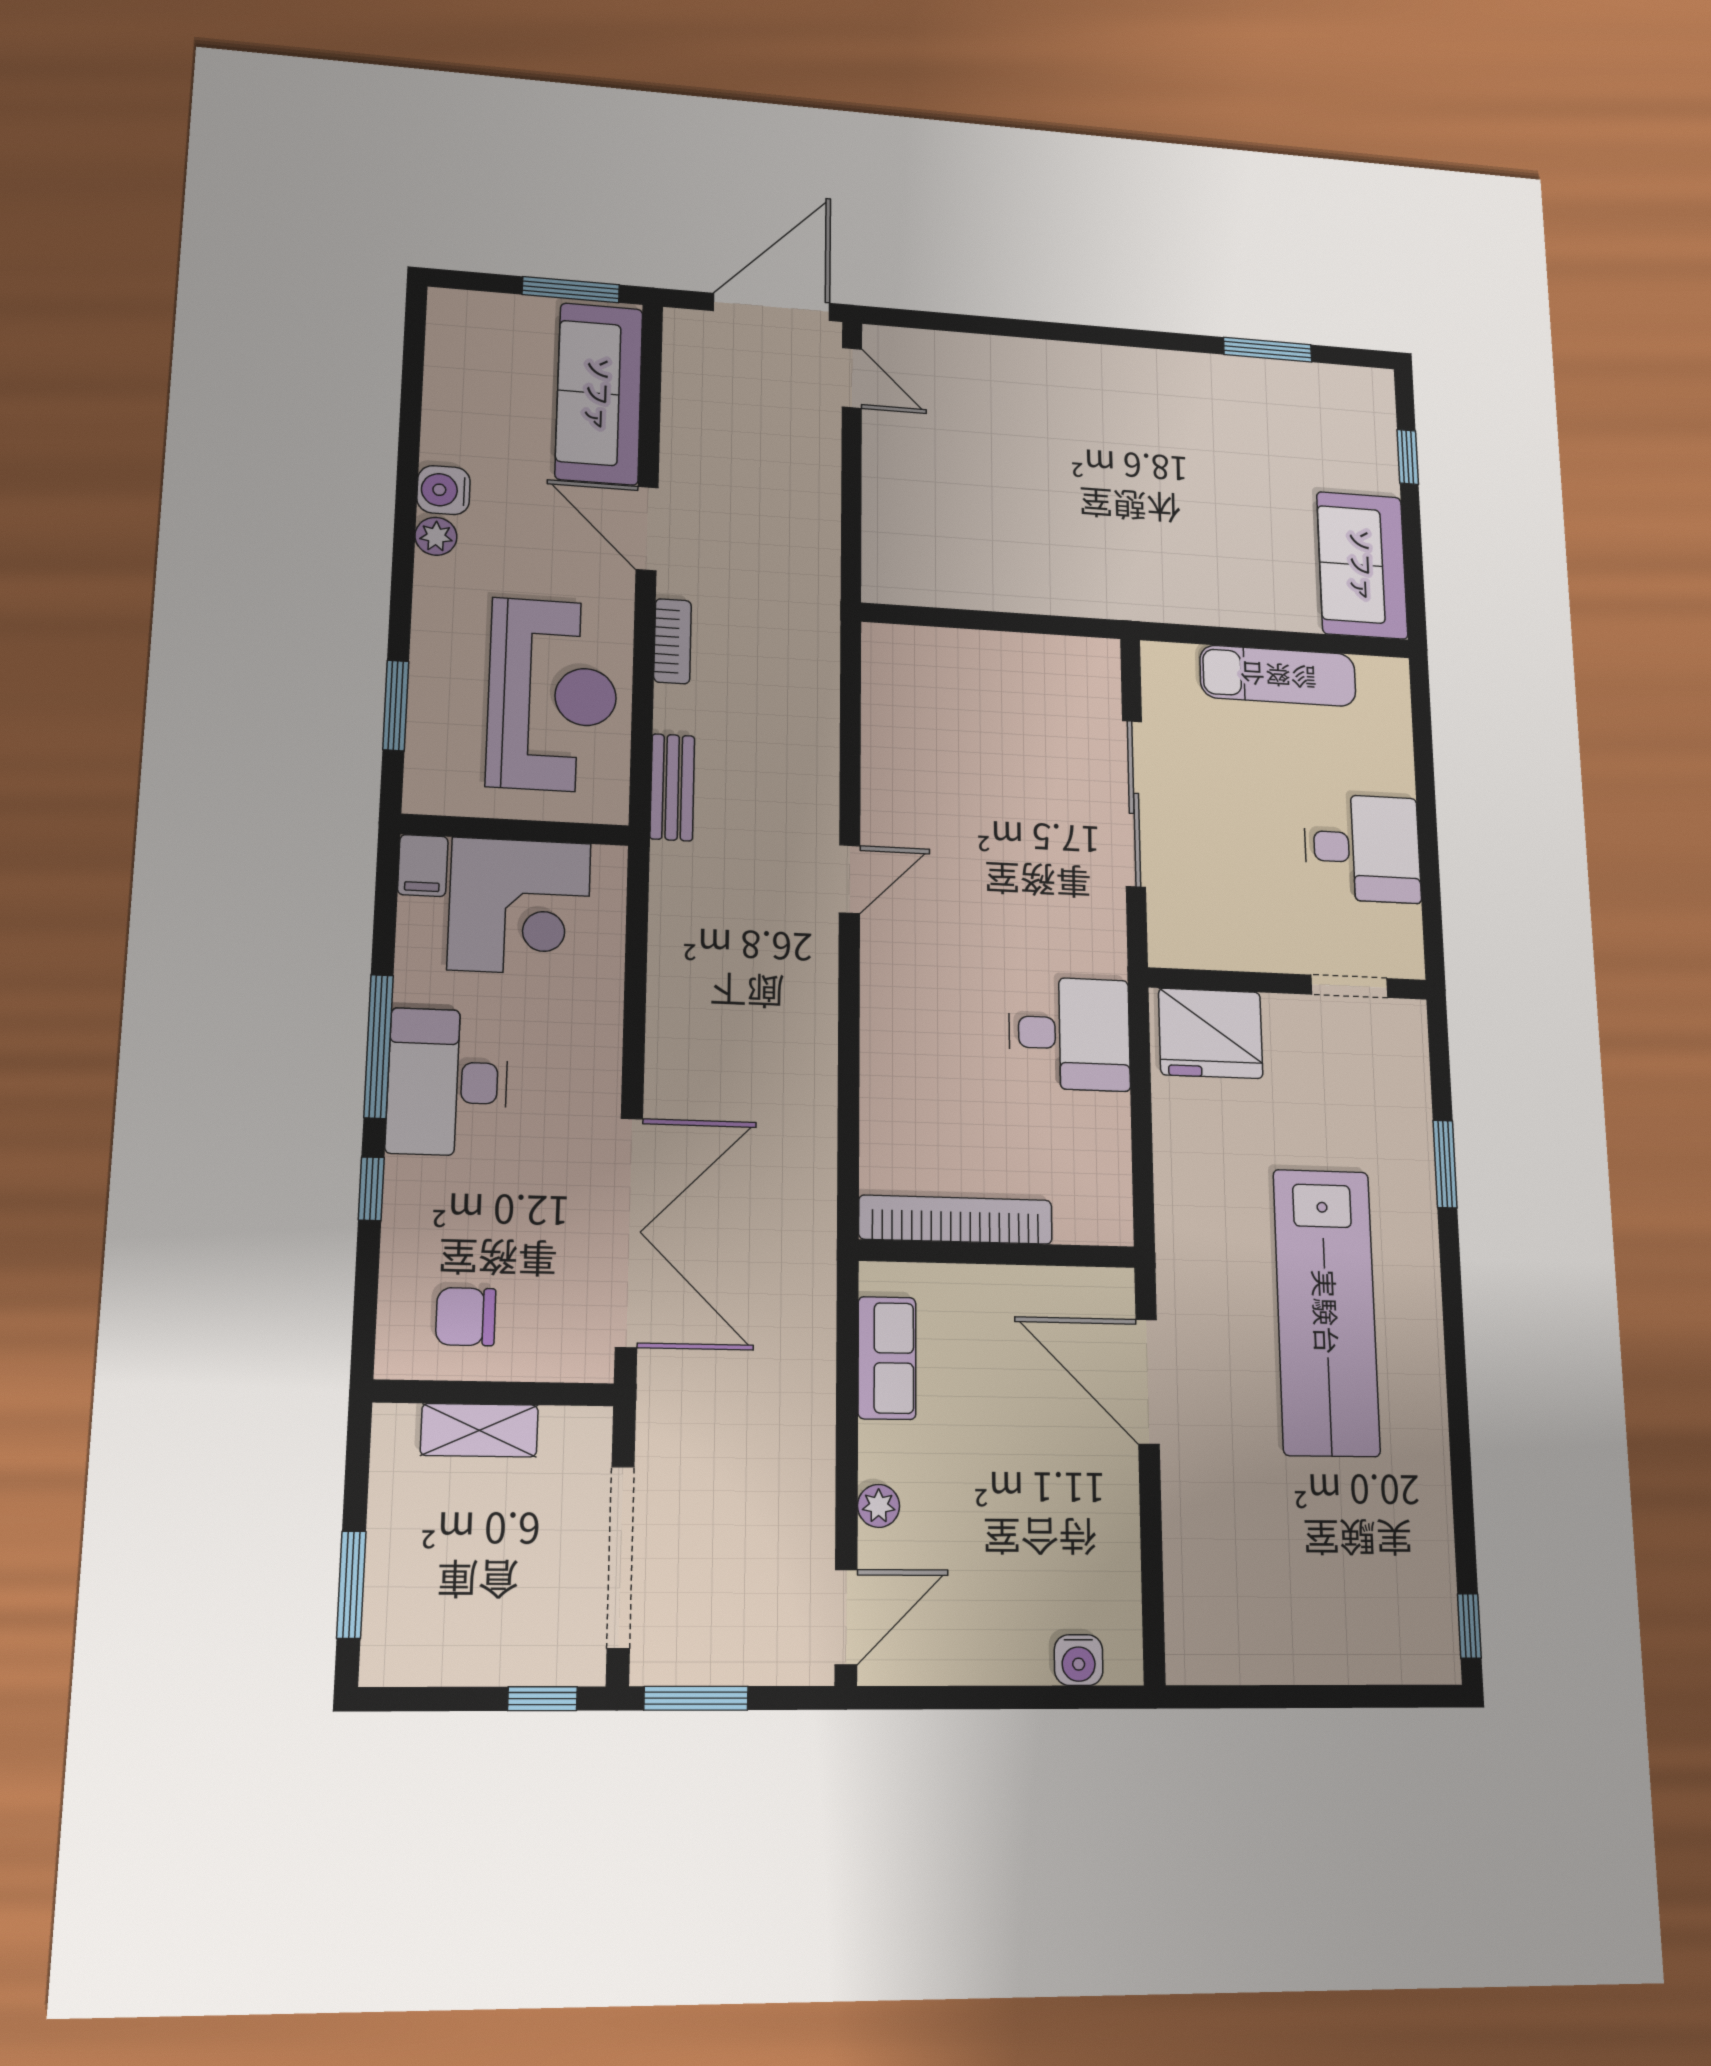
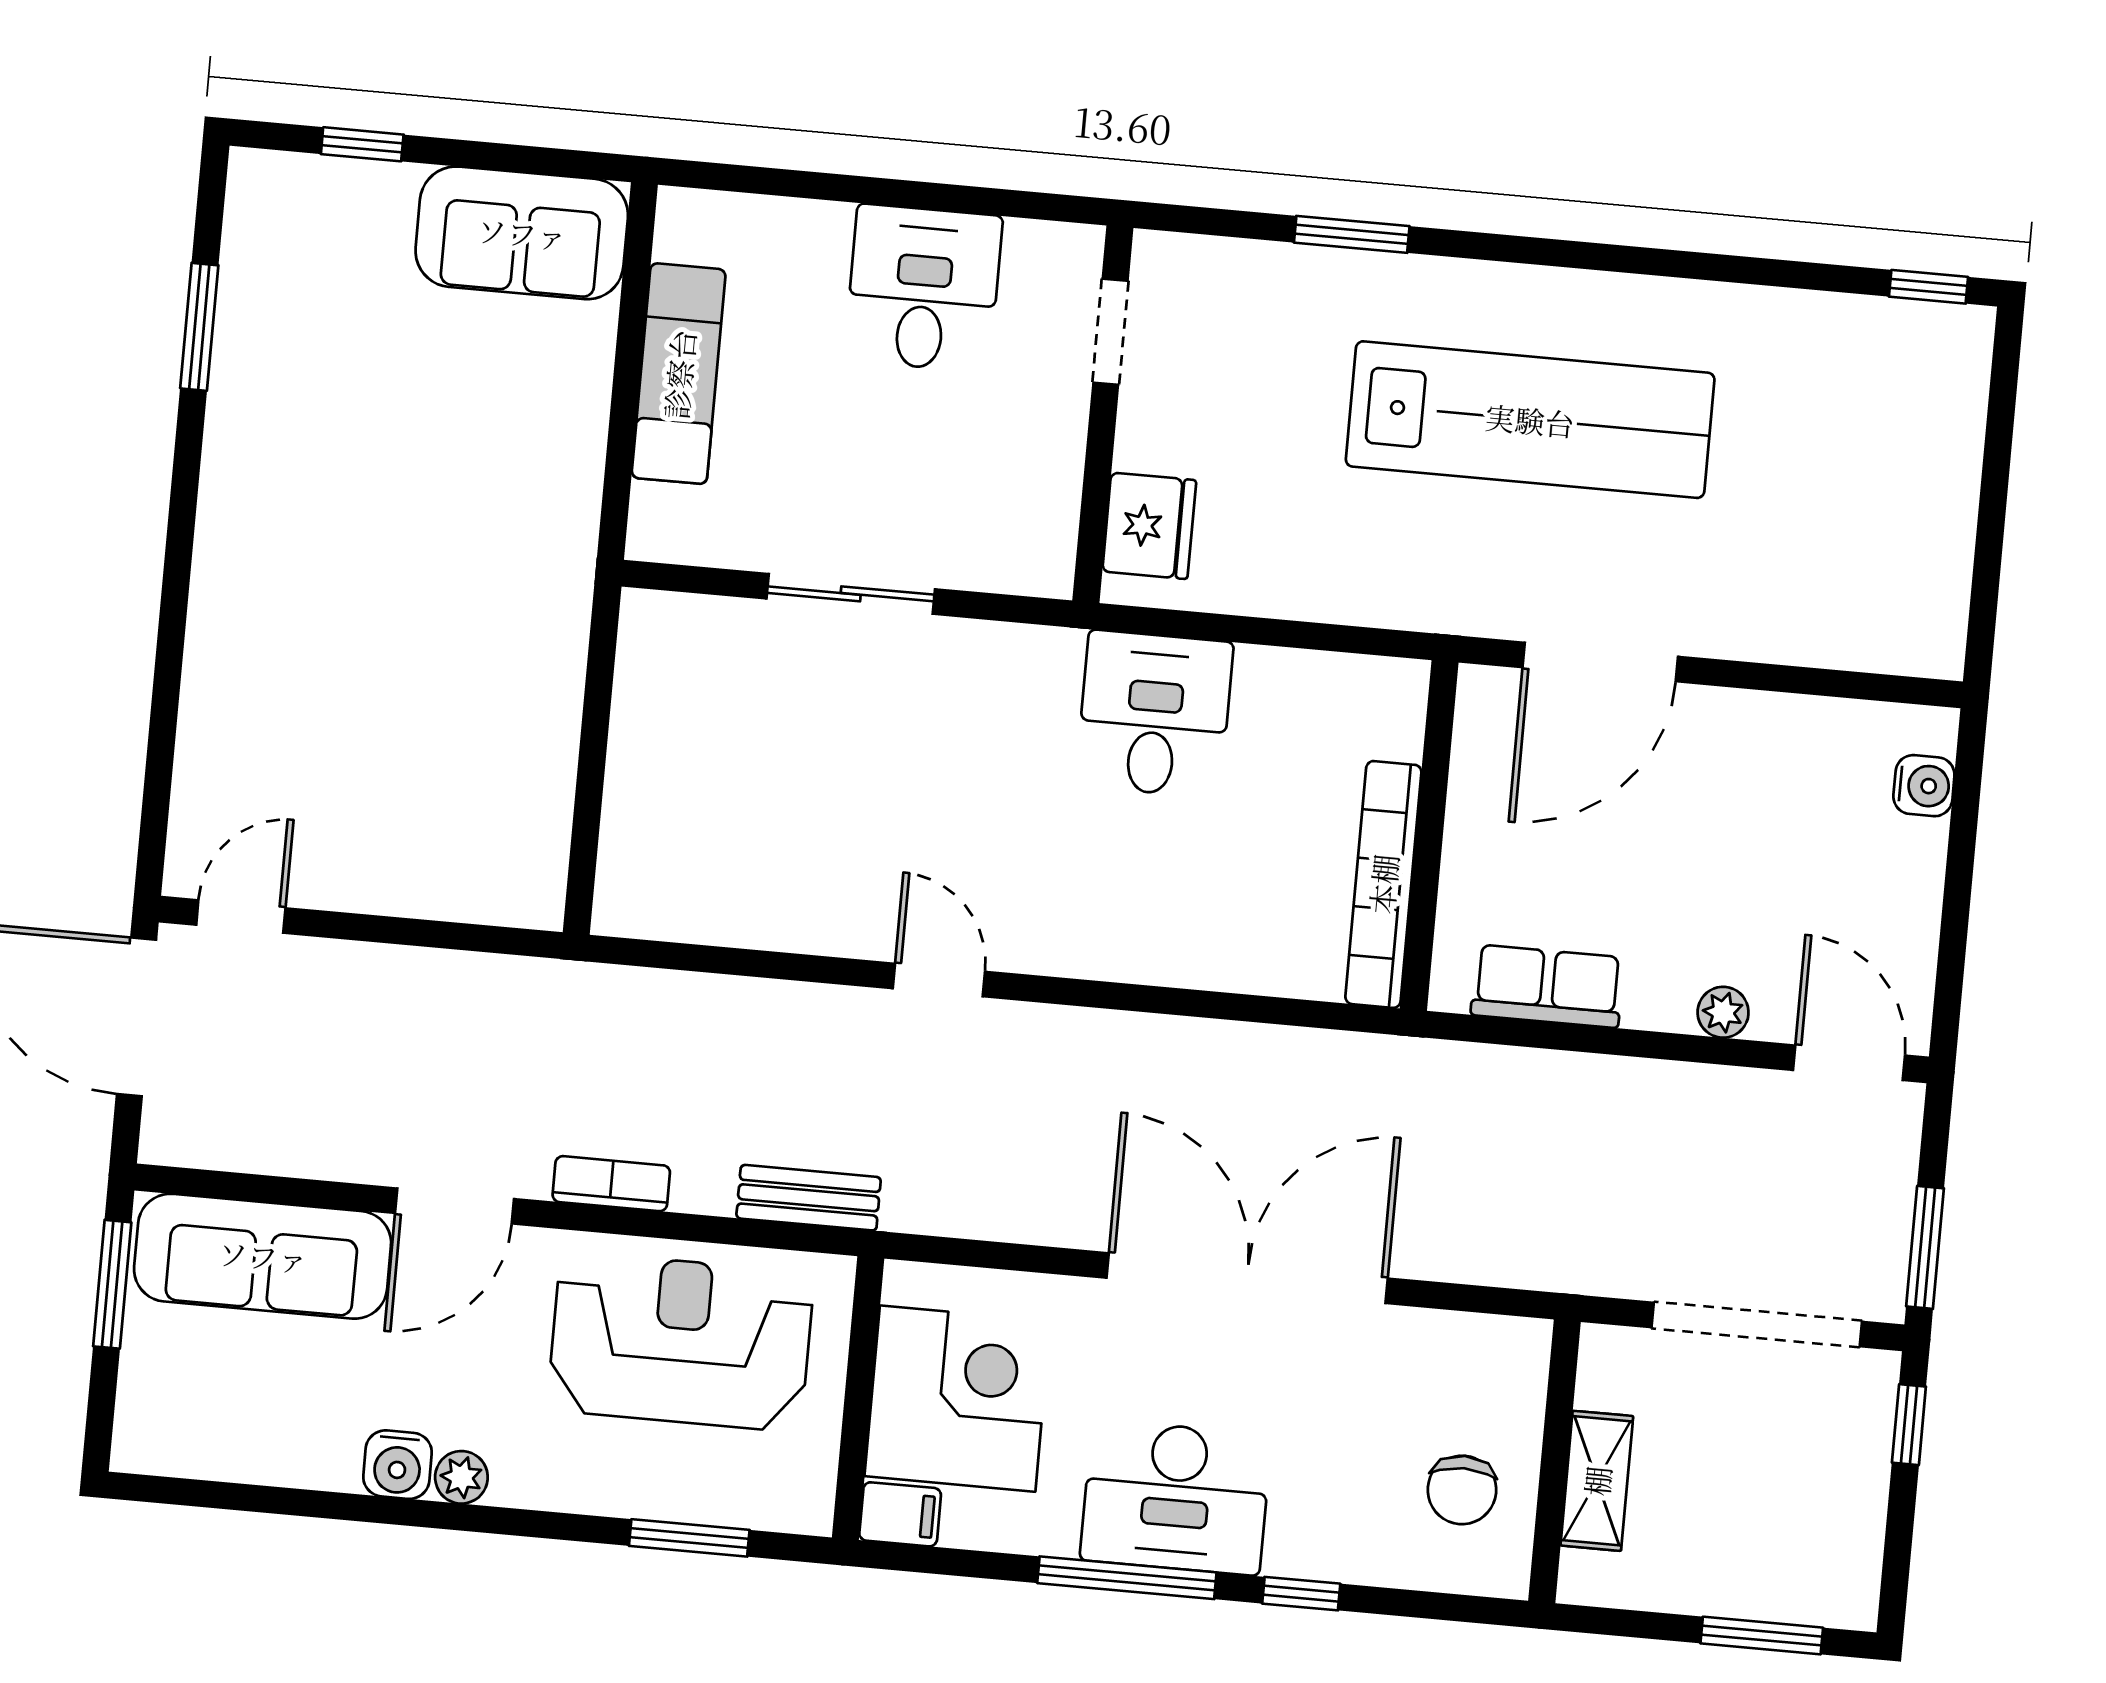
sliding door: (1134, 803) -> (851, 594), width x0.73
fridge: (1211, 1033) -> (1149, 526), width x0.73, depth x0.75
double door: (629, 1232) -> (1247, 1278), moved

